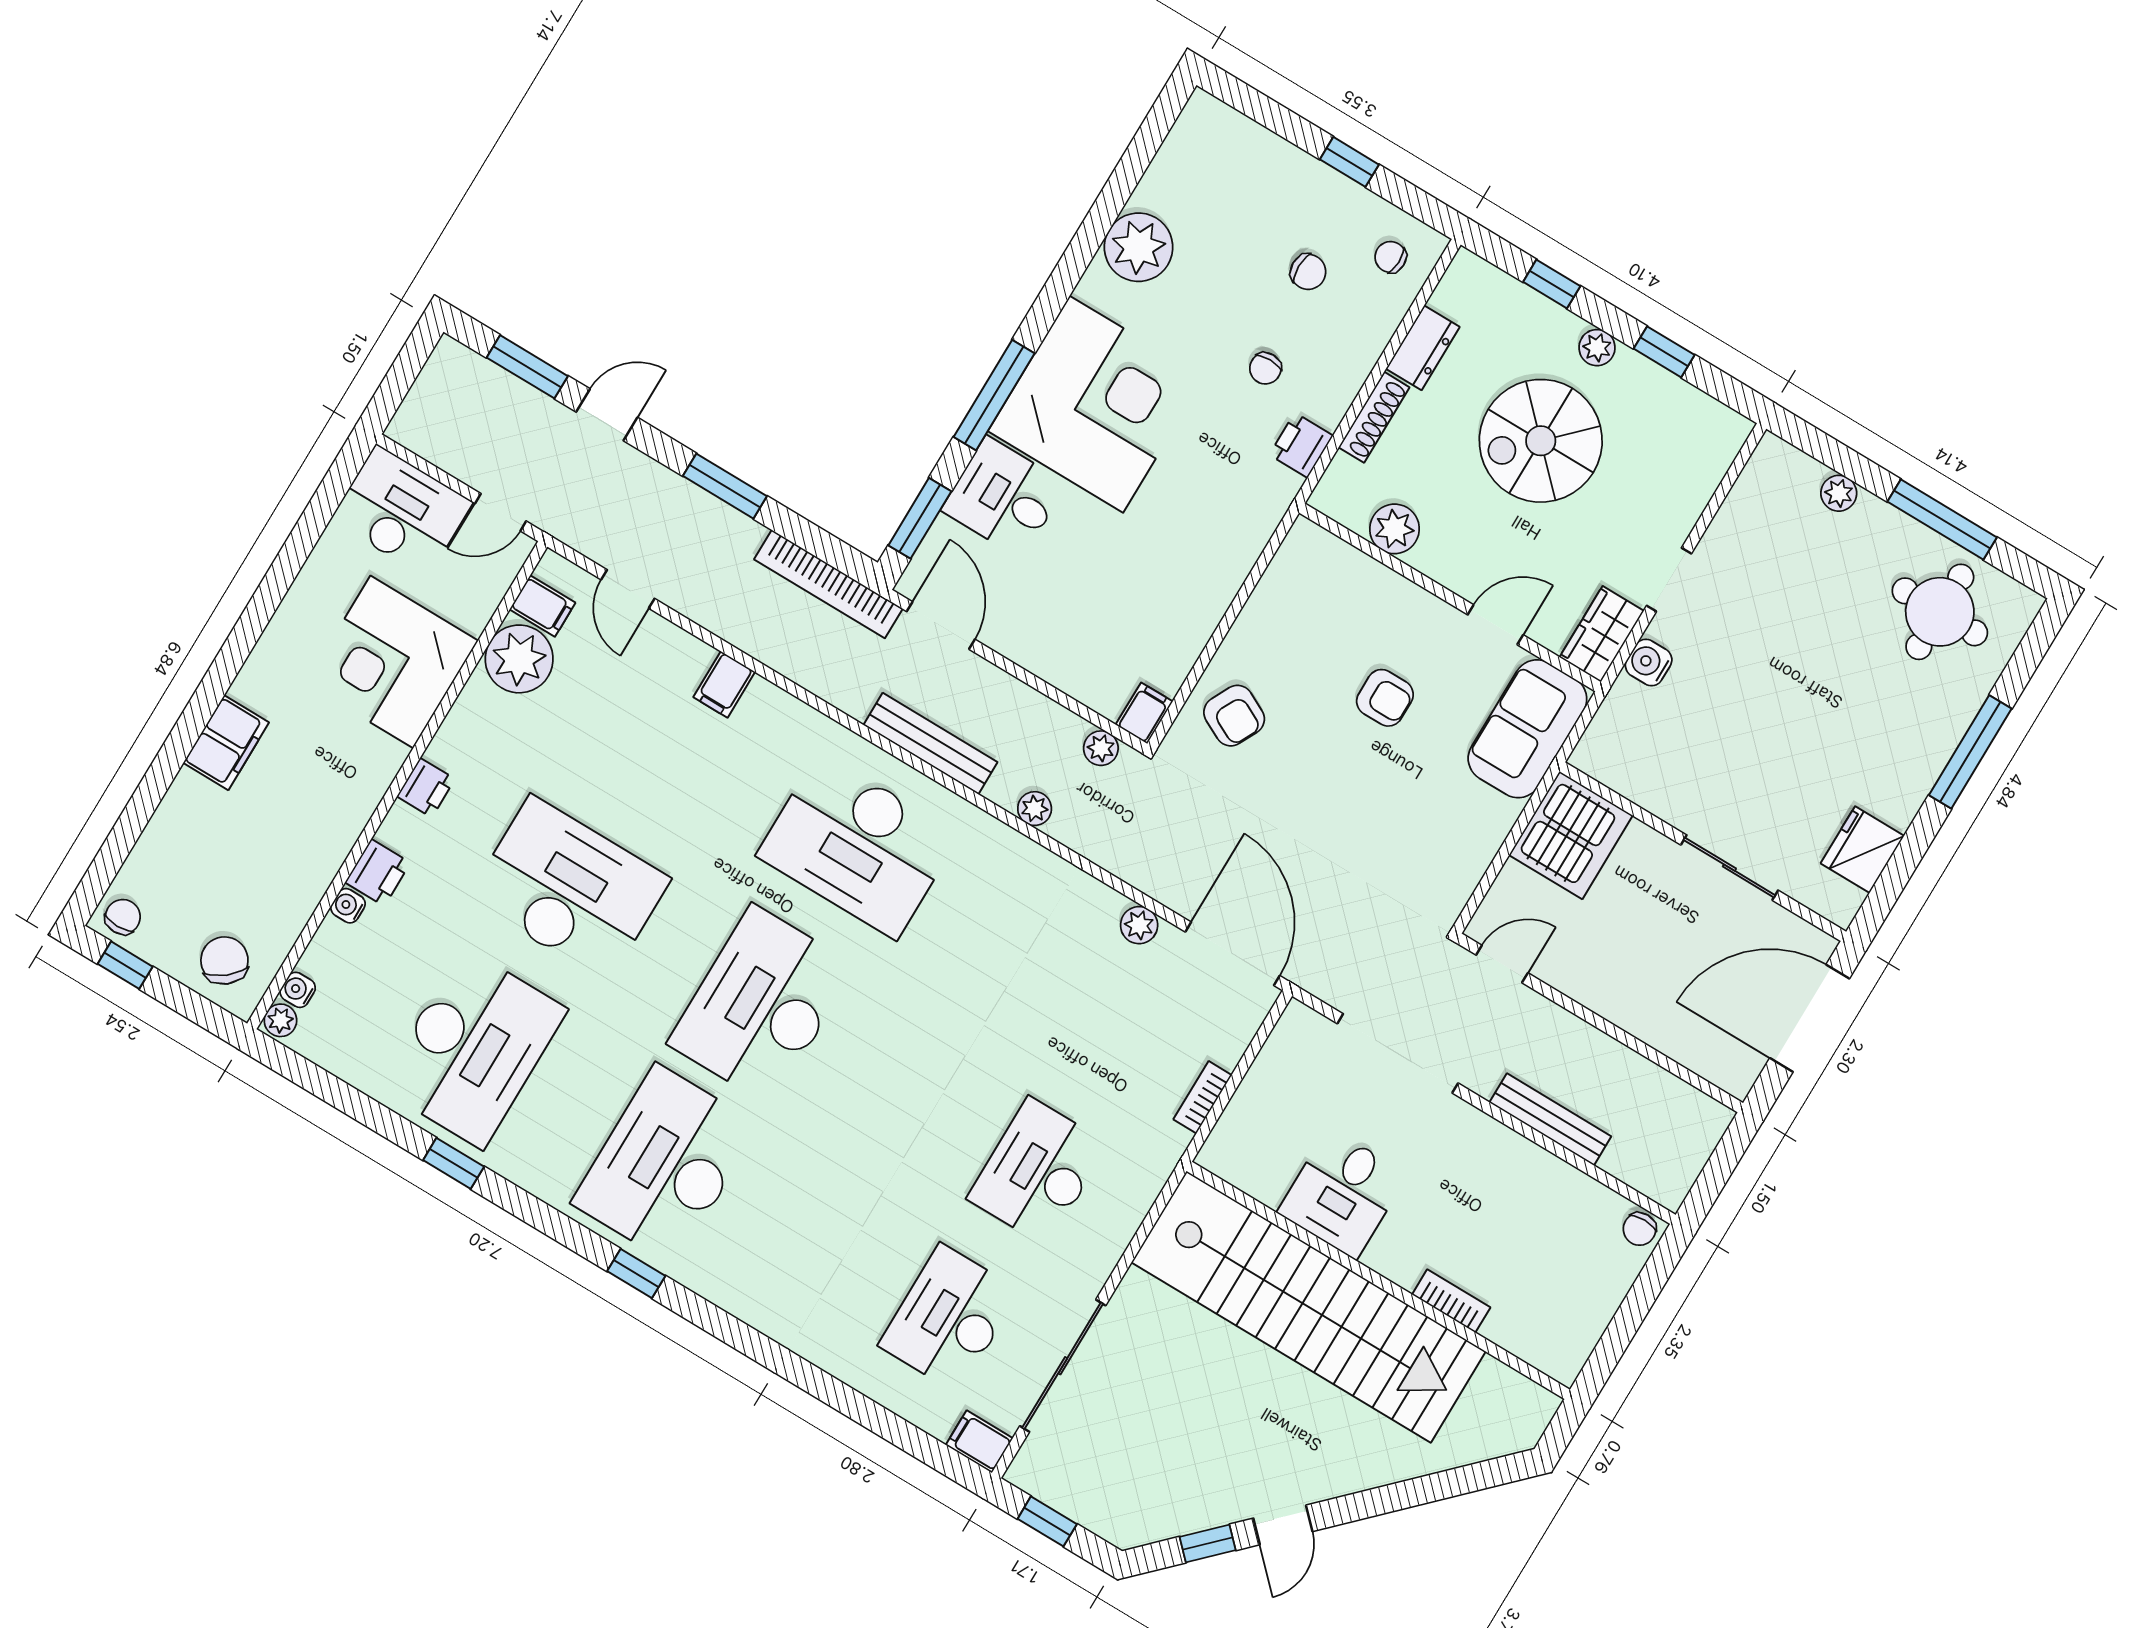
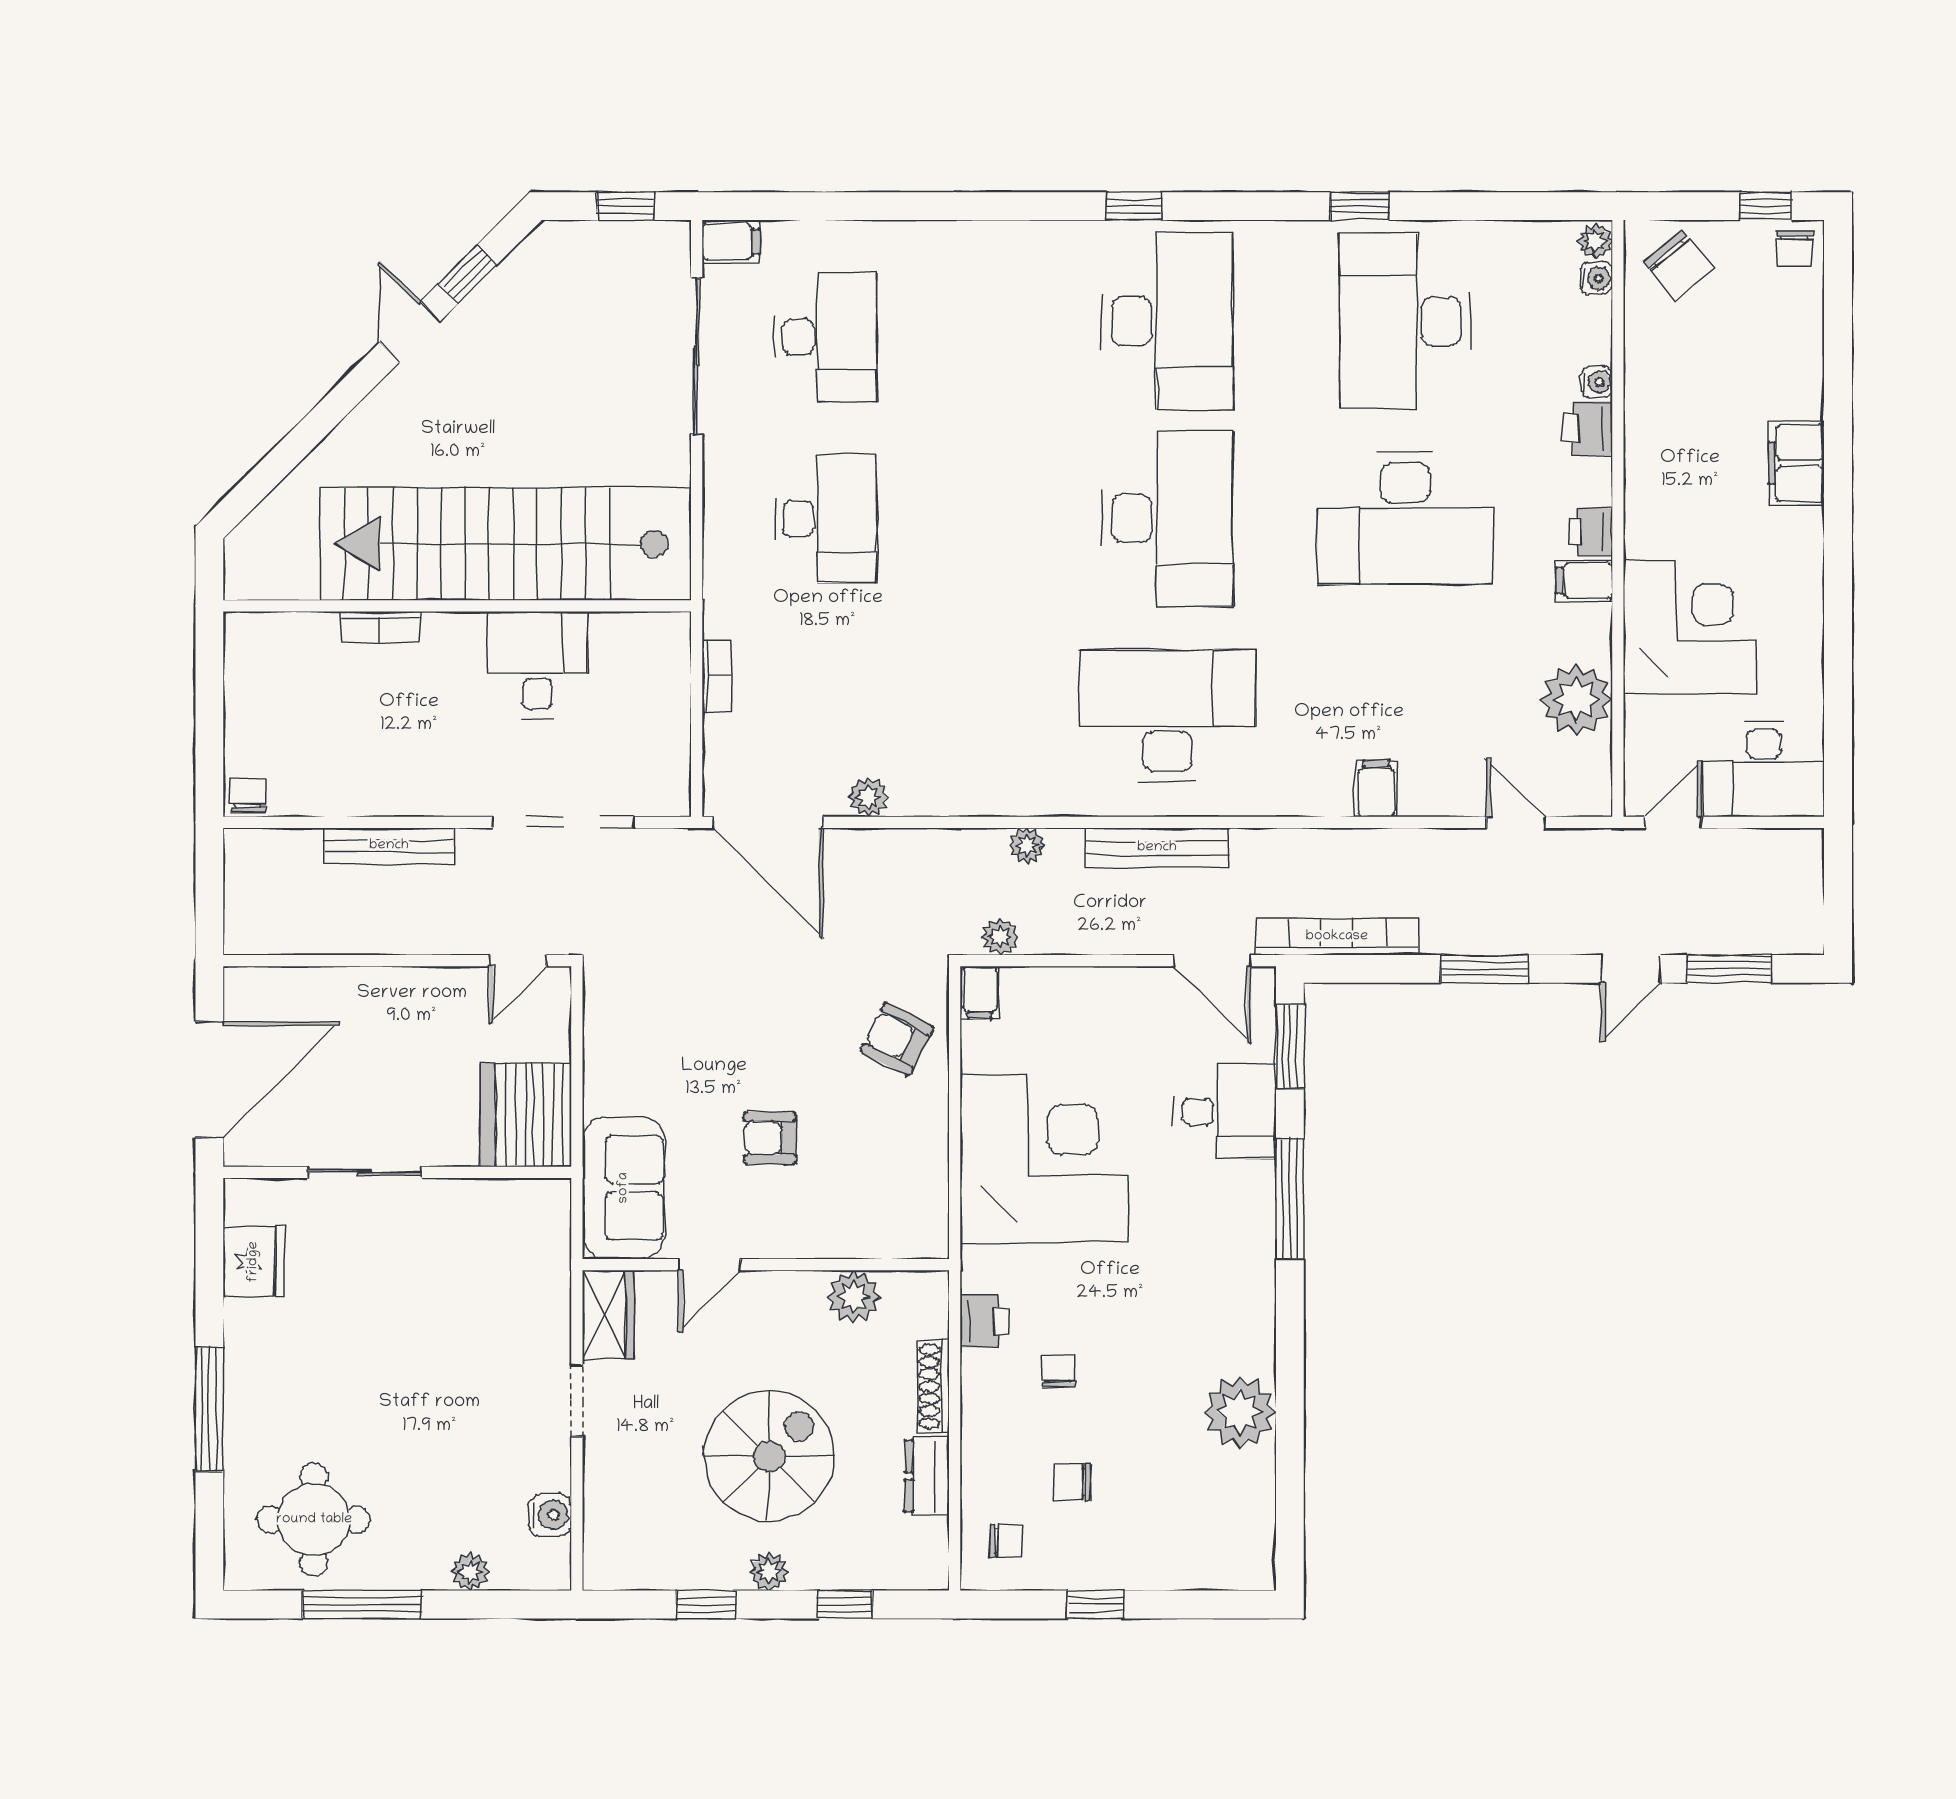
corner desk: (1096, 404) -> (1044, 1158), moved, turned 180
filing cabinet: (542, 606) -> (1584, 581), moved
water cooler: (1649, 663) -> (550, 1515), moved

